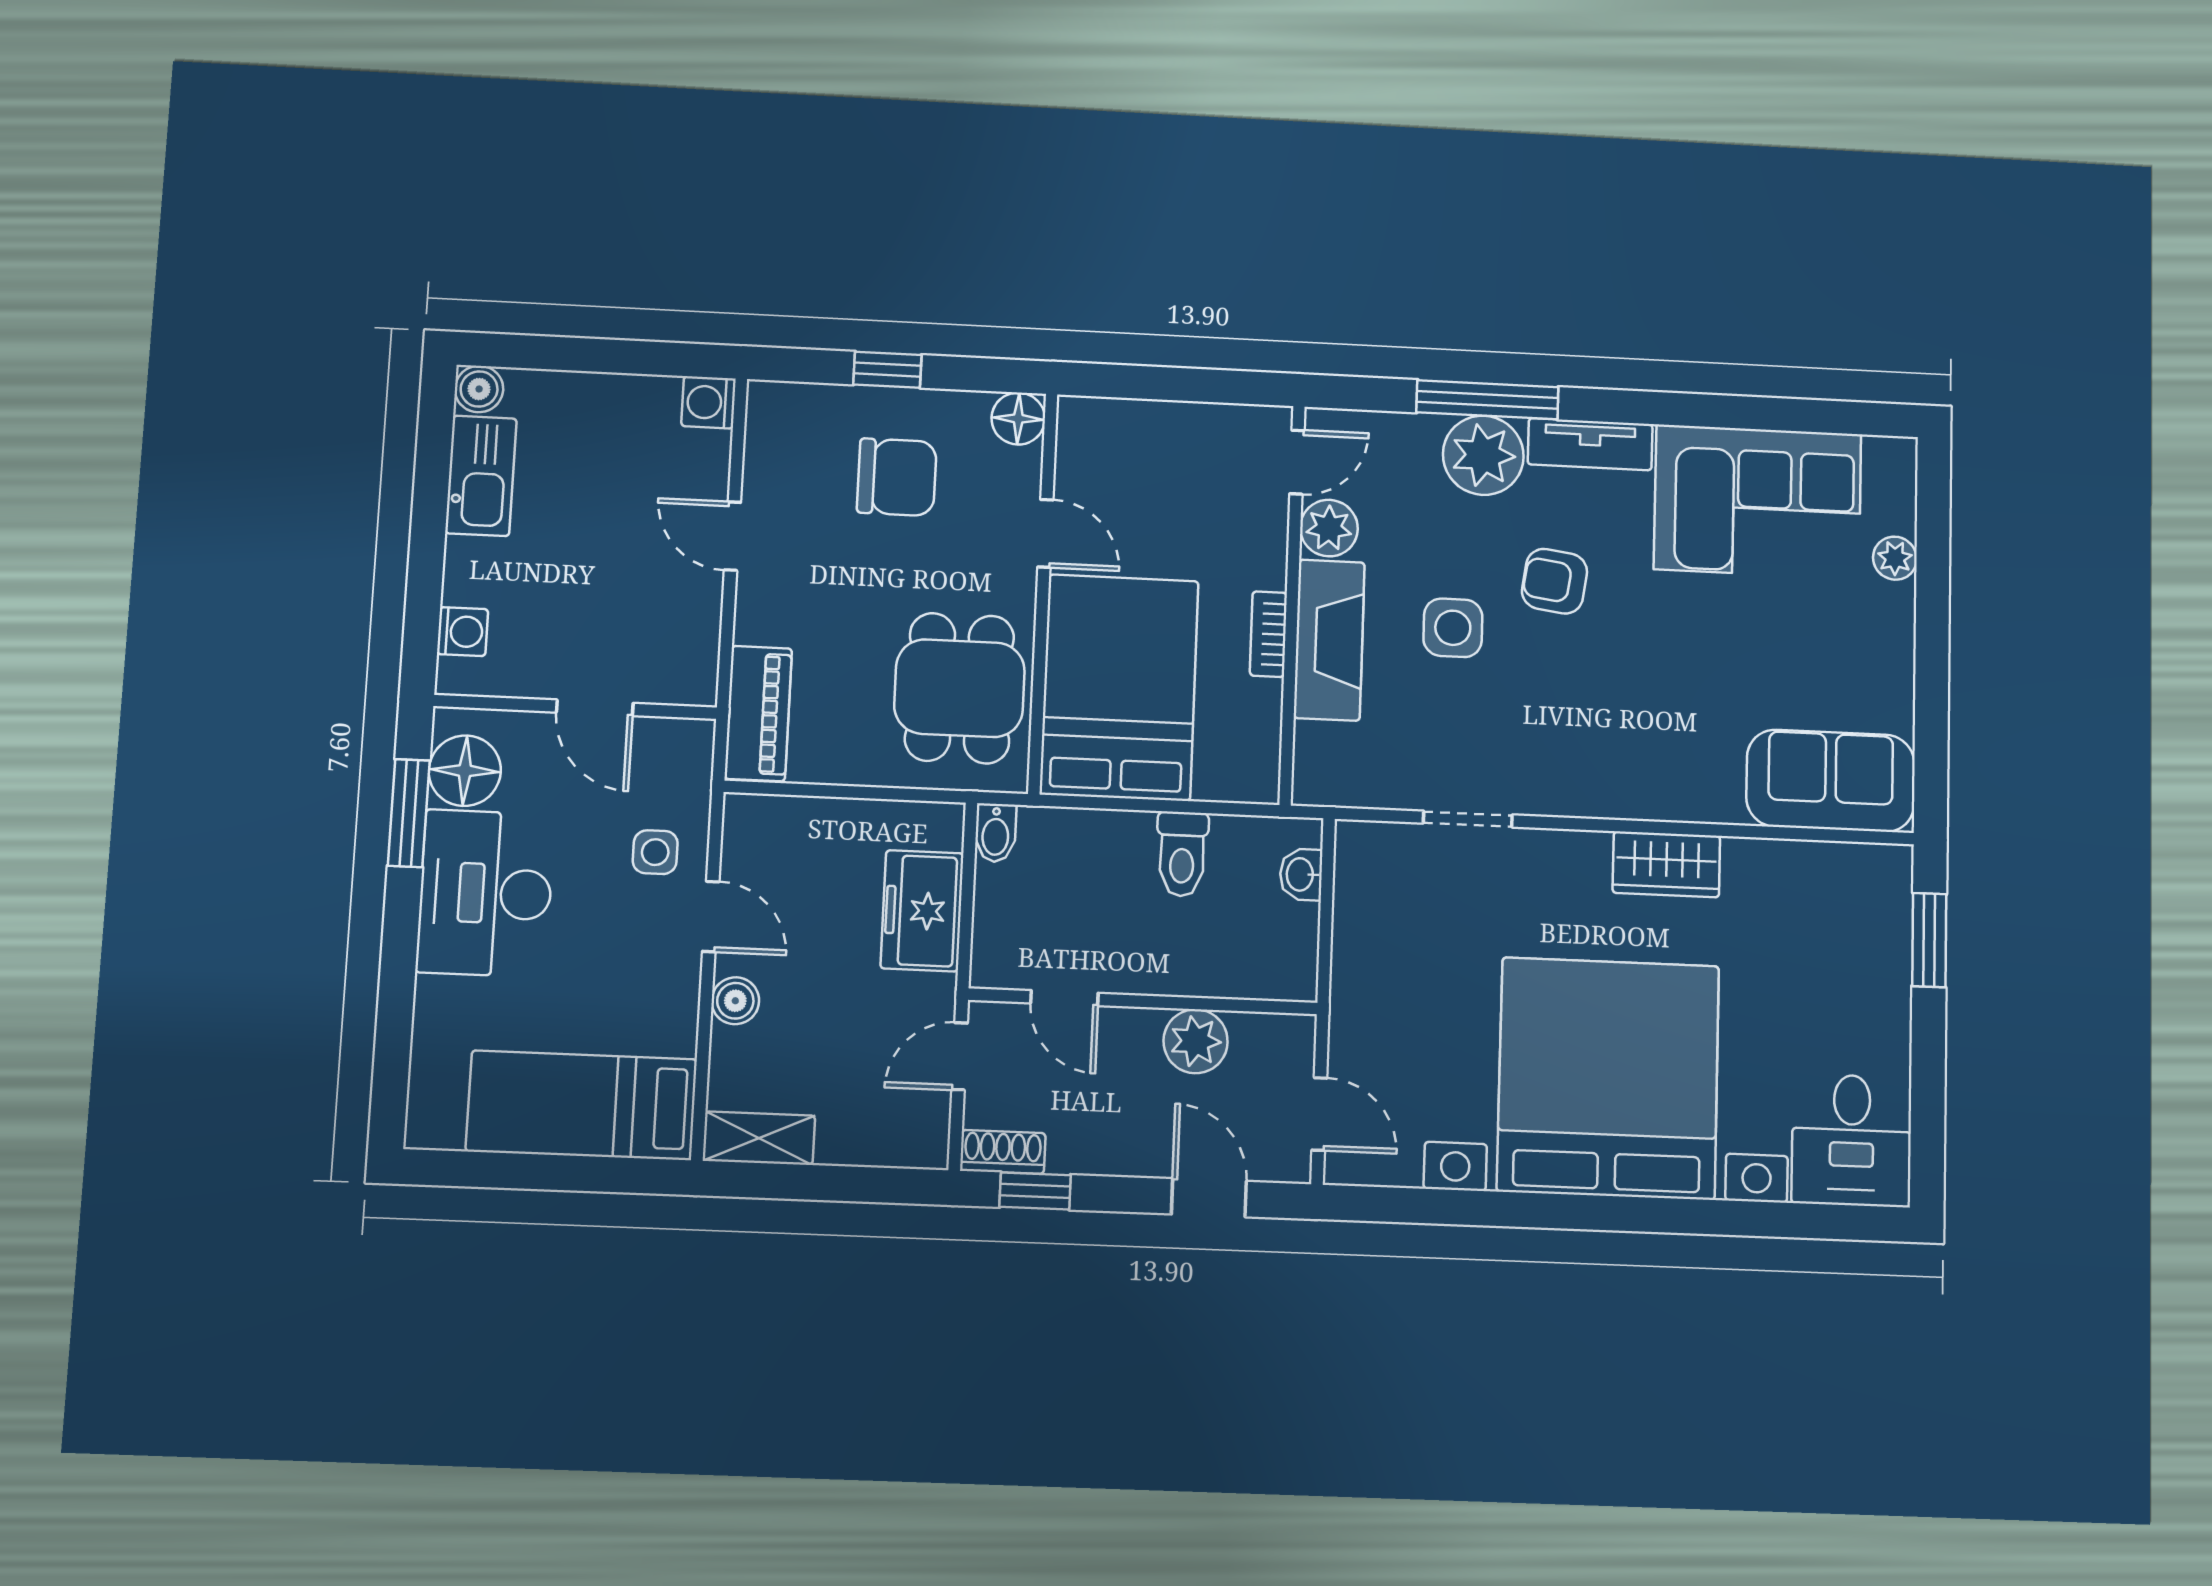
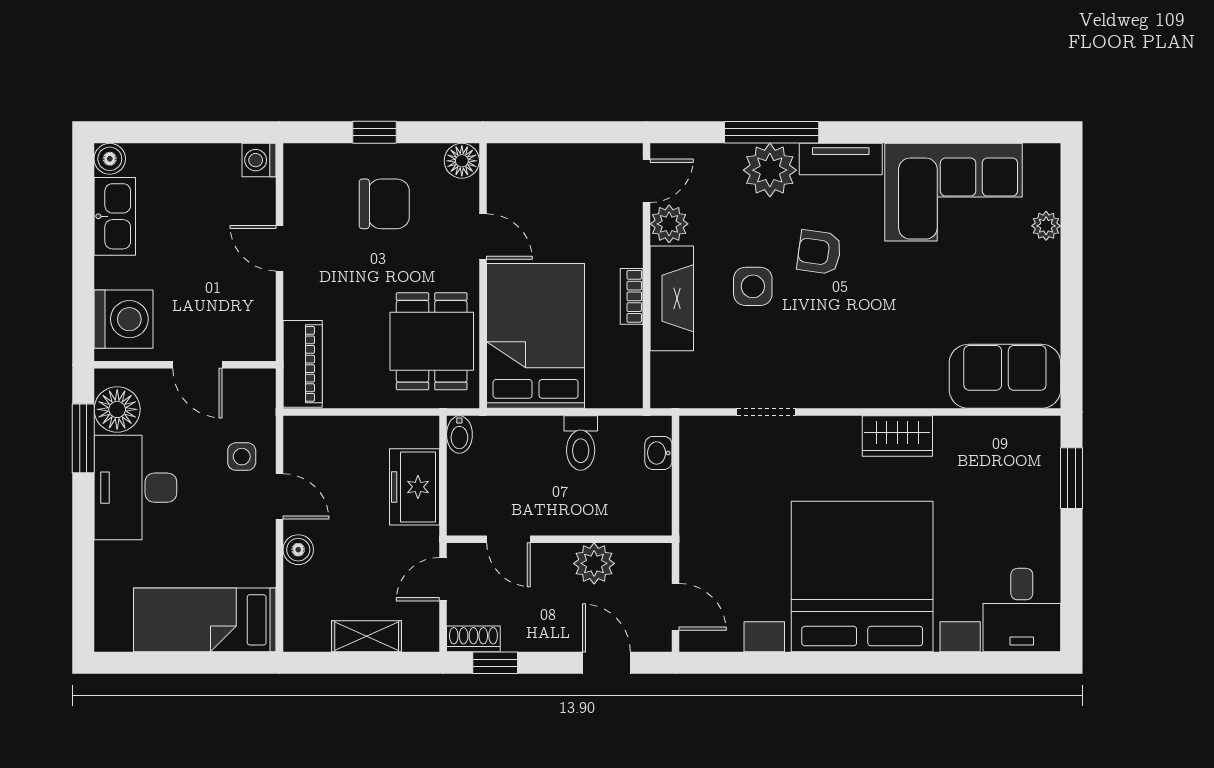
washing machine: (463, 632) -> (123, 319), width x1.89, depth x1.89
shelving: (759, 1138) -> (367, 636), moved

